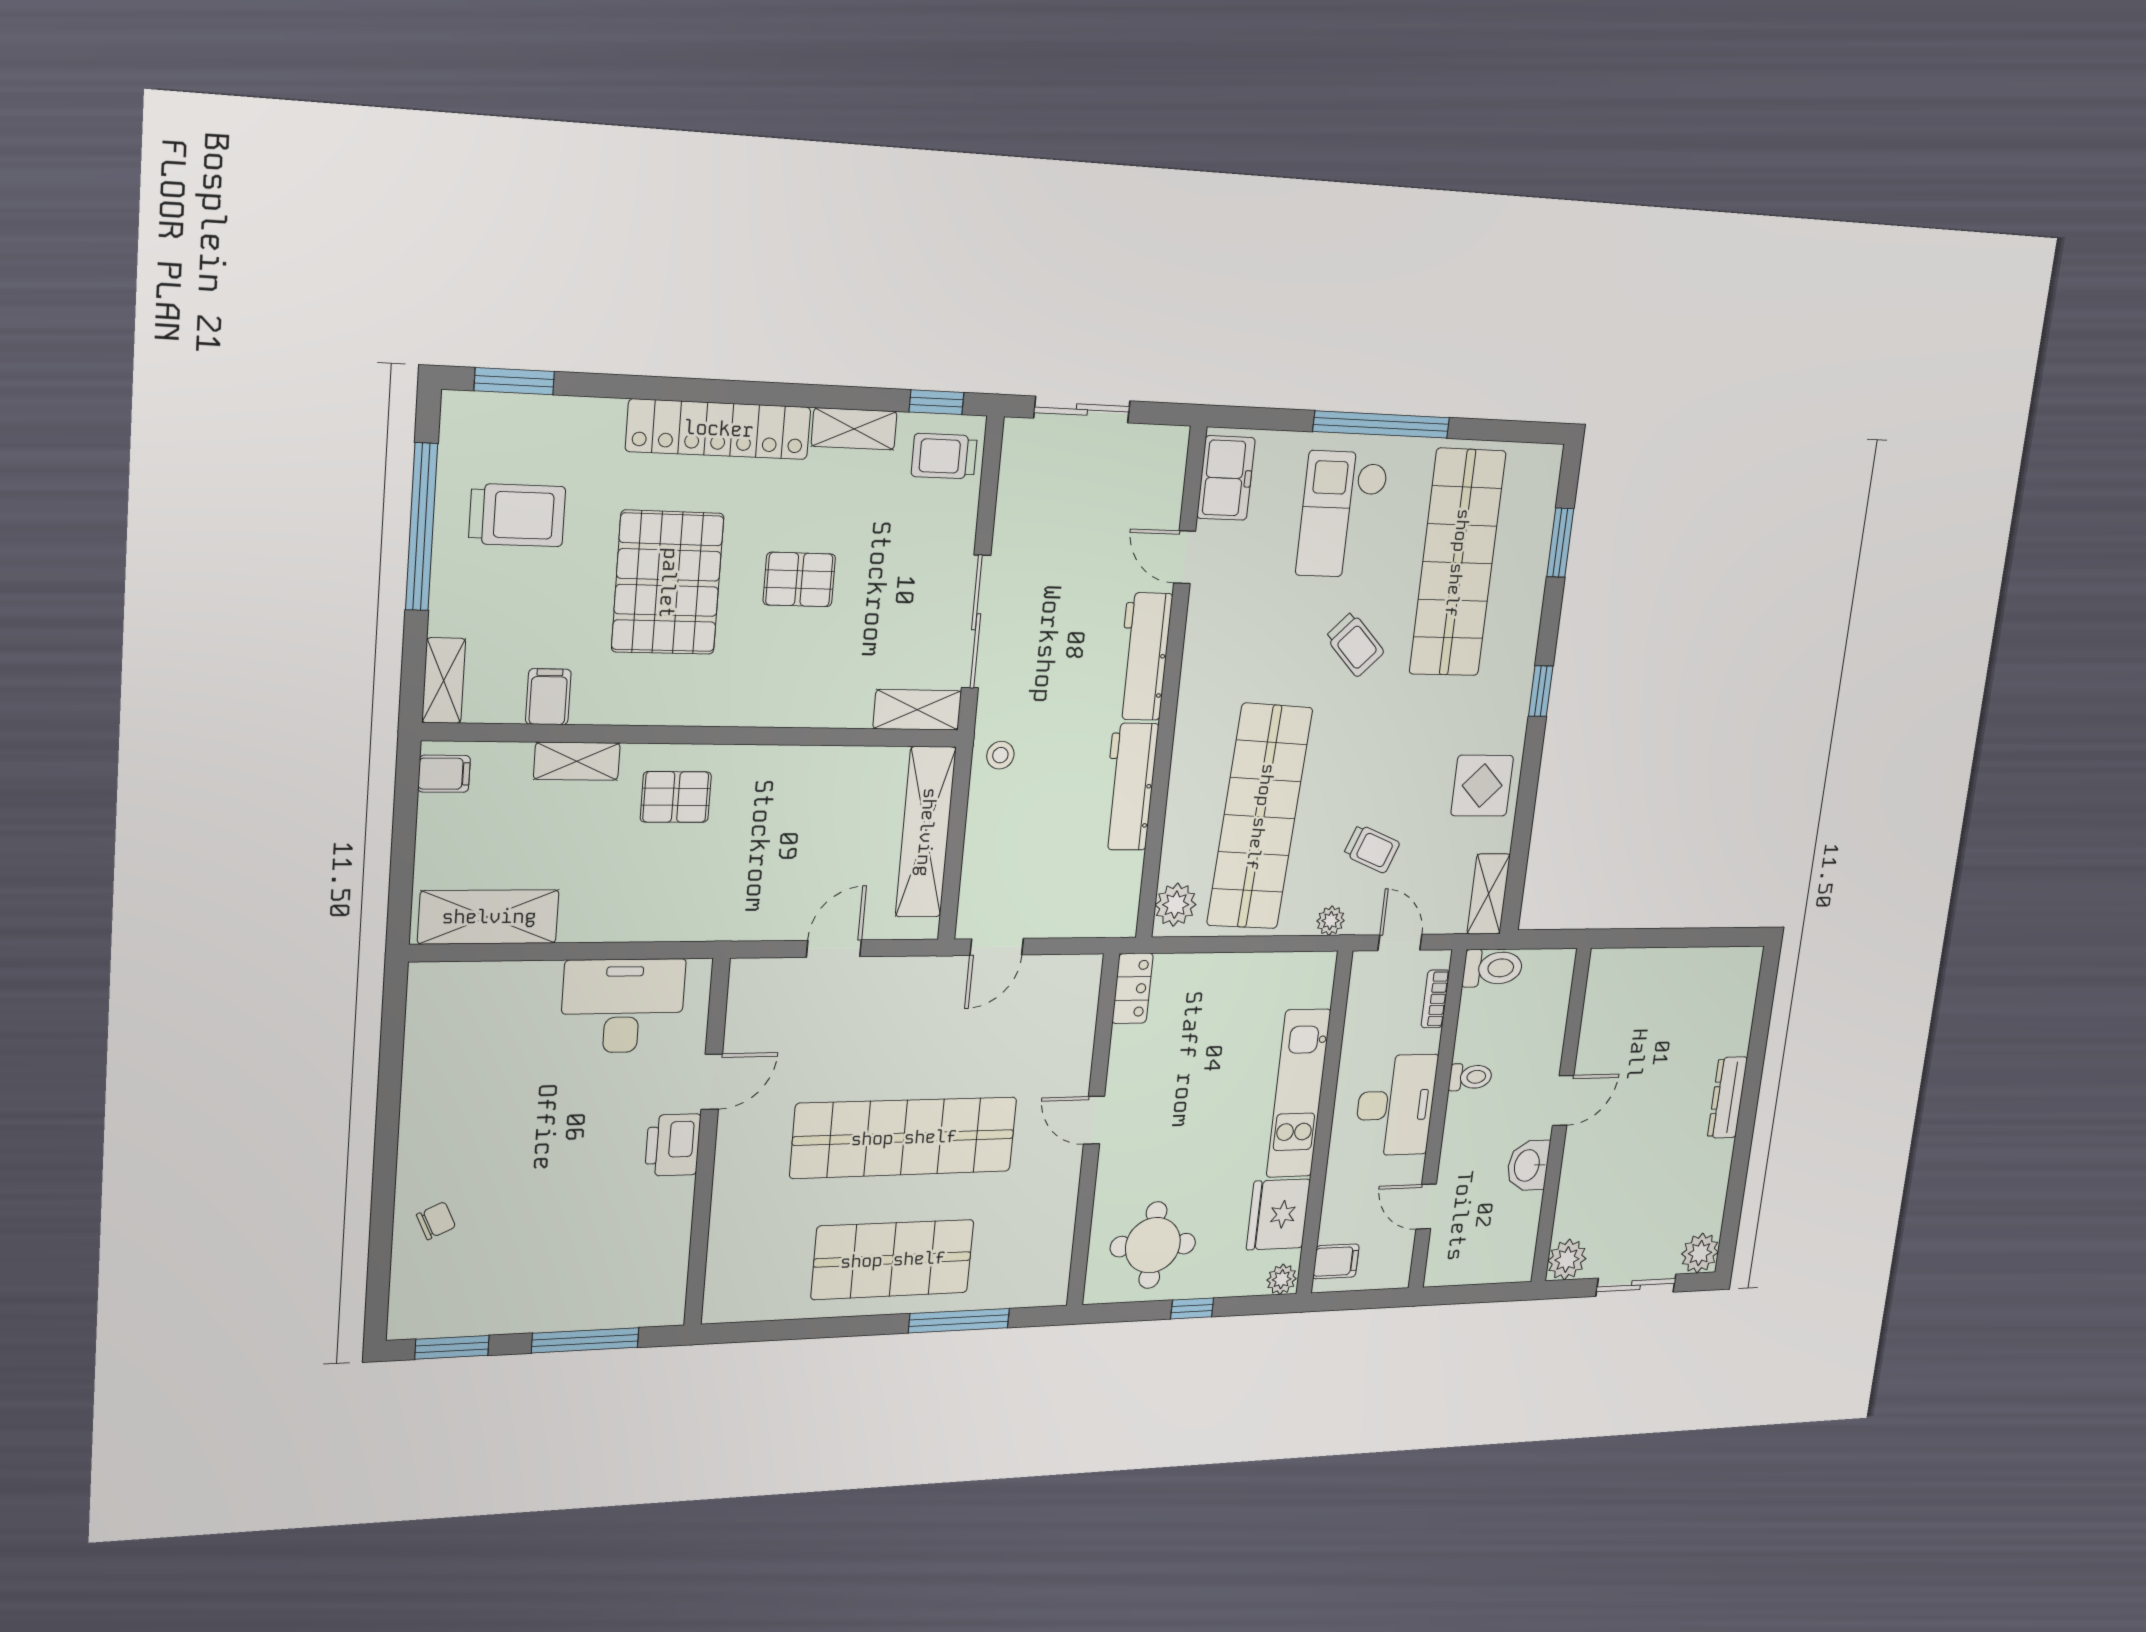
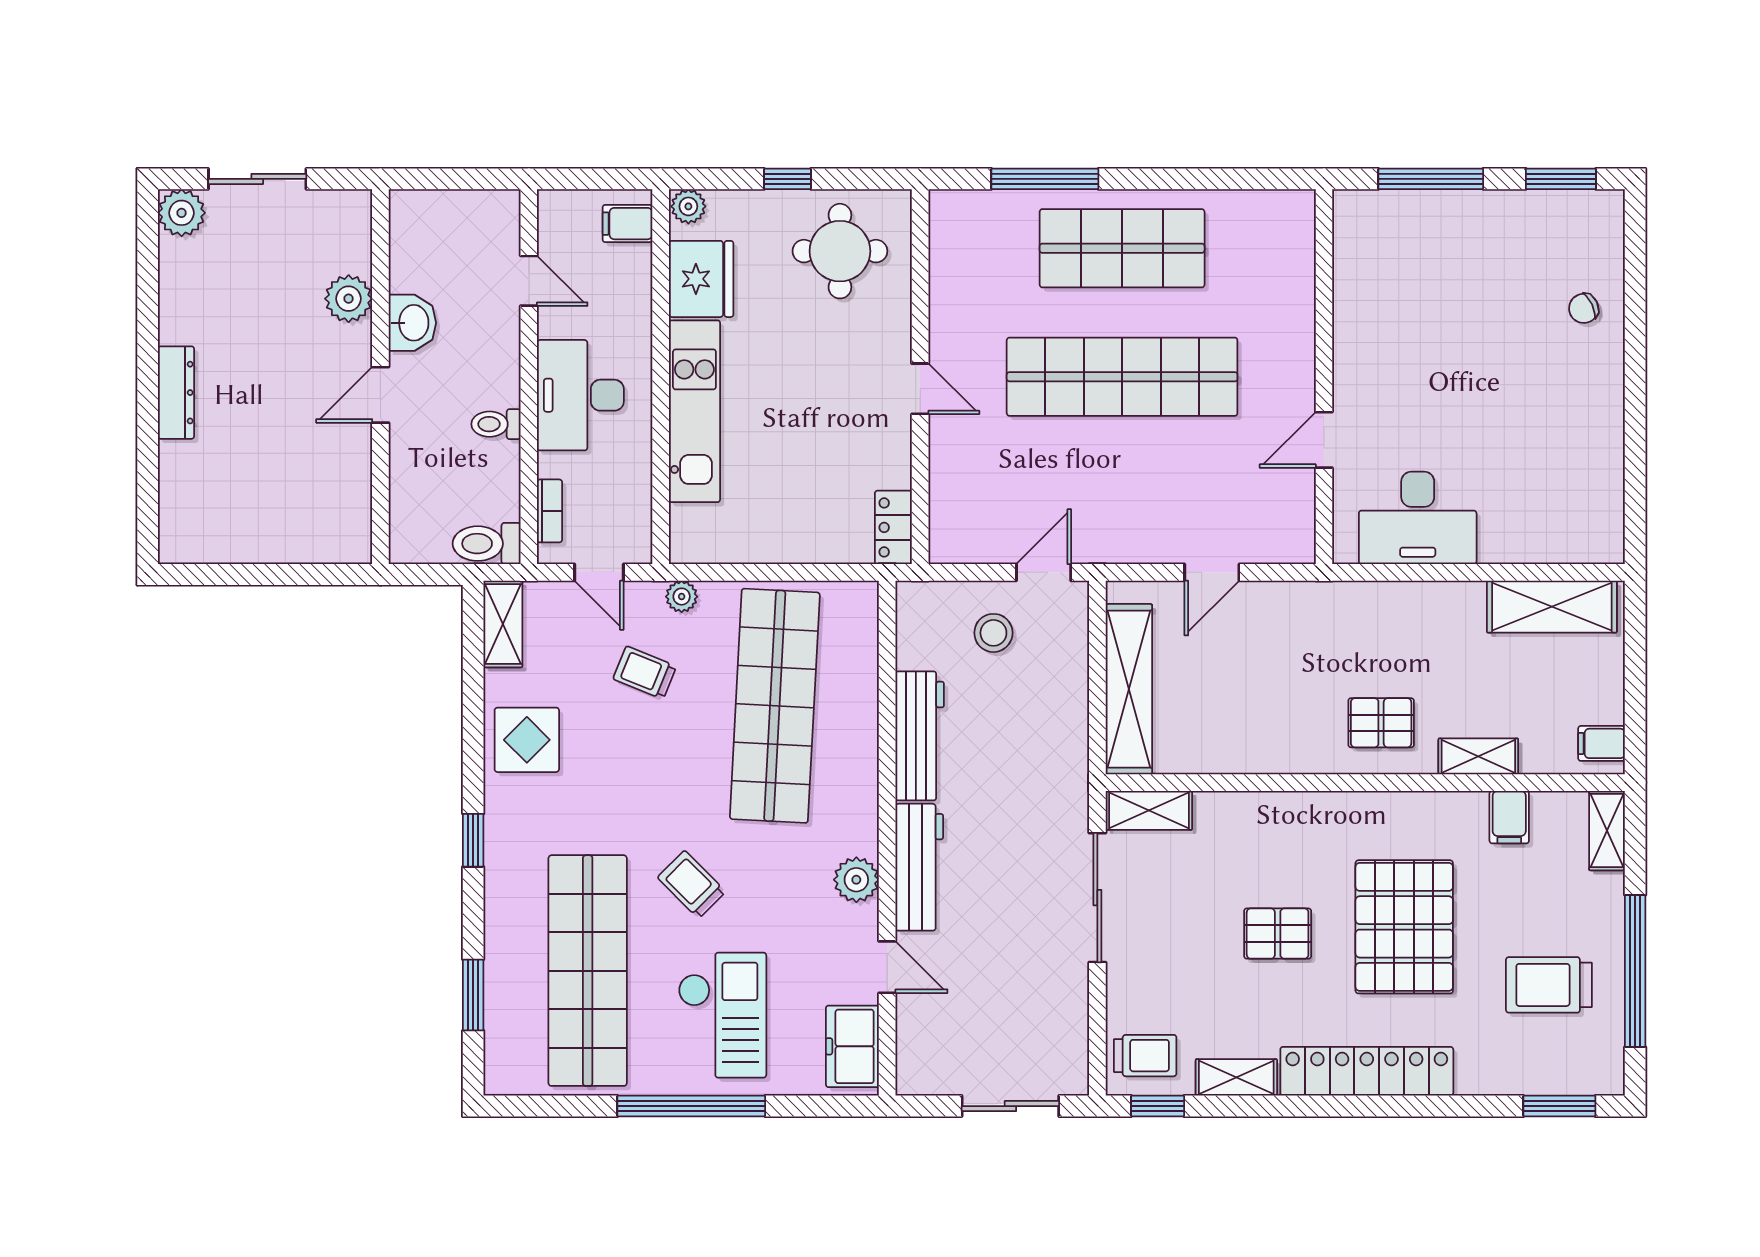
stool: (1000, 755) -> (993, 633), moved, width x1.37, depth x1.37
plant: (1176, 905) -> (856, 880), moved
printer: (673, 1145) -> (1358, 377), removed
plant: (1567, 1260) -> (349, 299), moved

